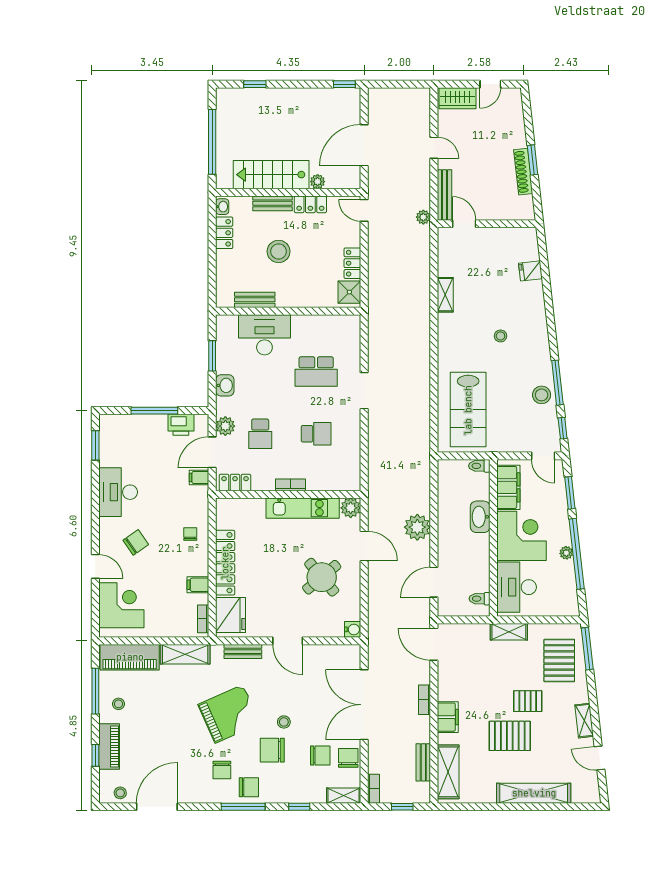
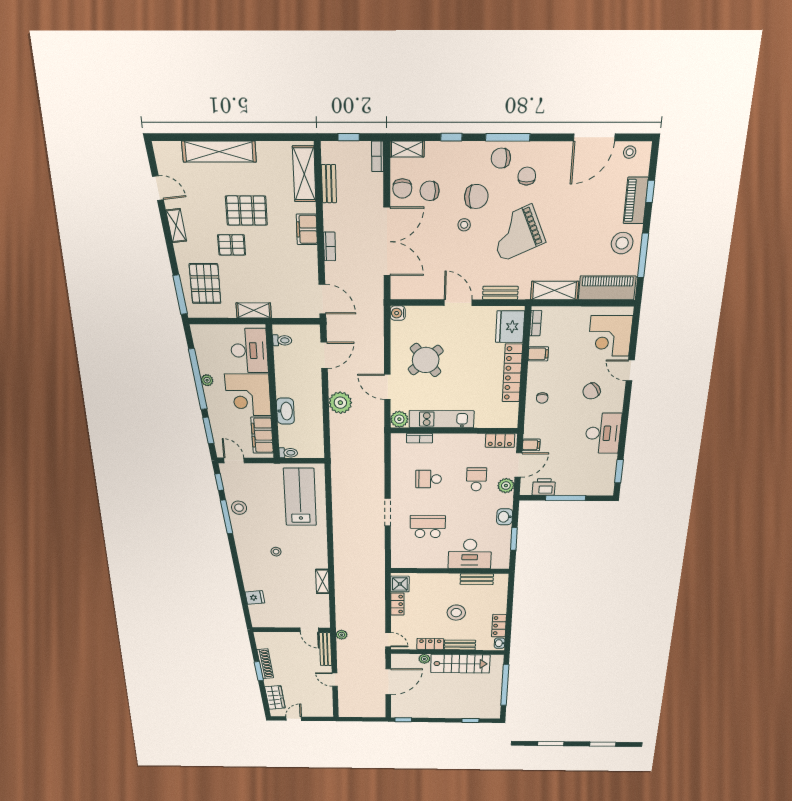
wardrobe: (458, 98) -> (275, 698), moved, turned 84
bookcase: (291, 485) -> (420, 438), moved
stool: (118, 704) -> (622, 243), width x1.89, depth x1.89

